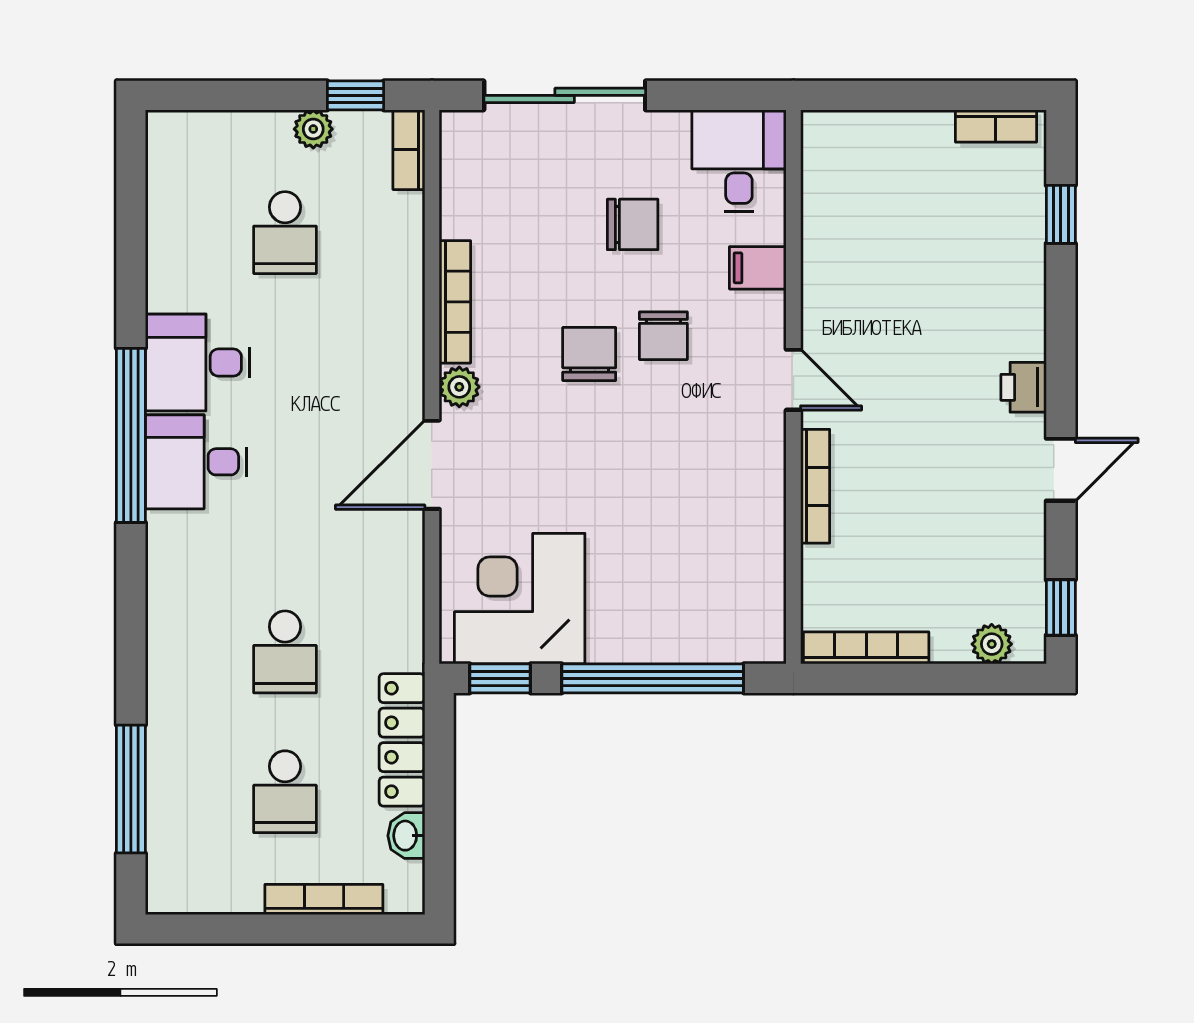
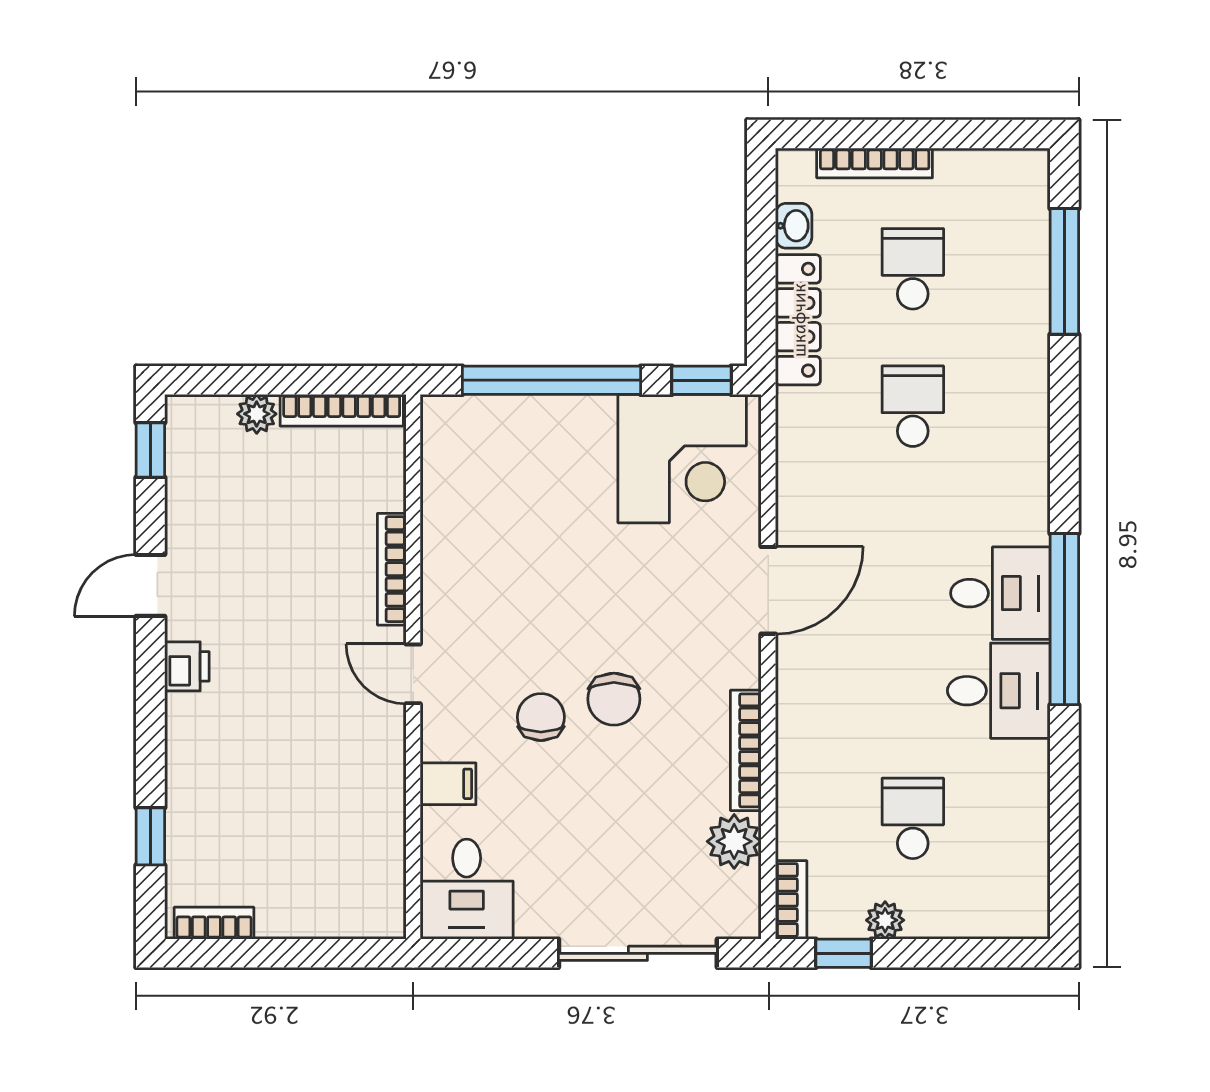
chair: (633, 224) -> (571, 826), removed
plant: (459, 387) -> (734, 841), moved, width x1.38, depth x1.38
plant: (992, 644) -> (257, 414), moved

